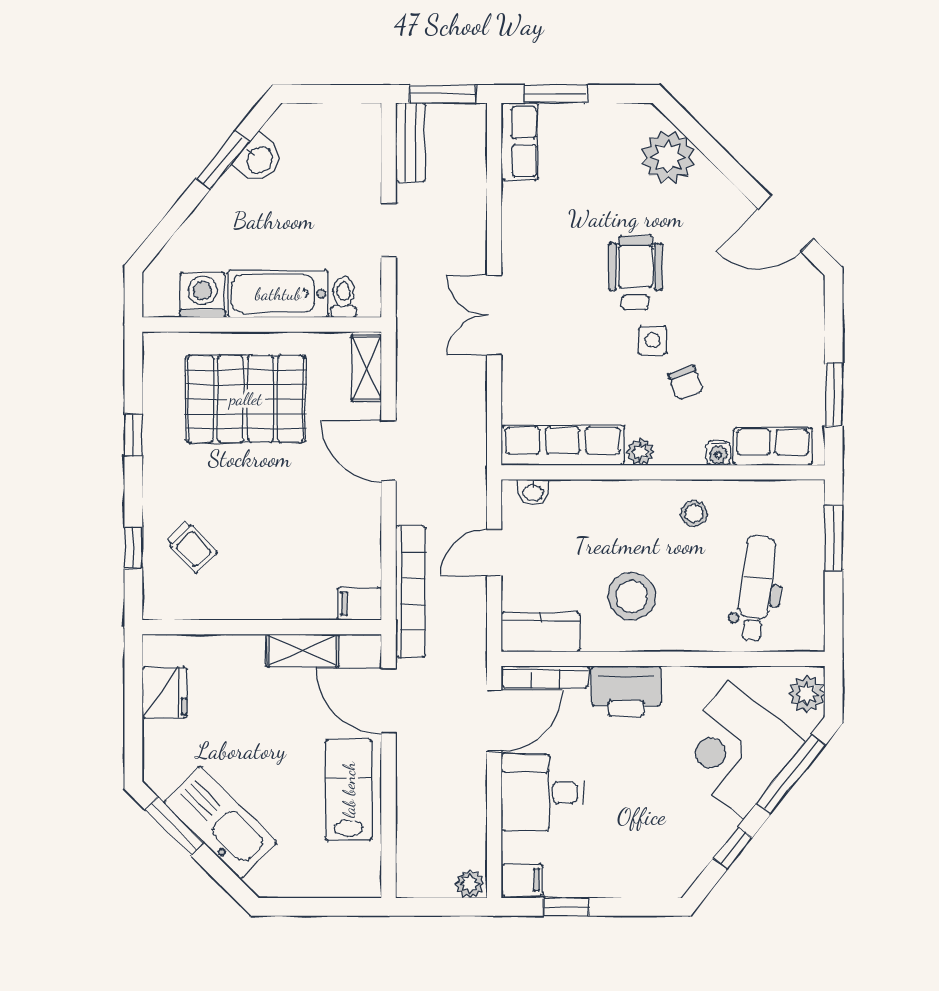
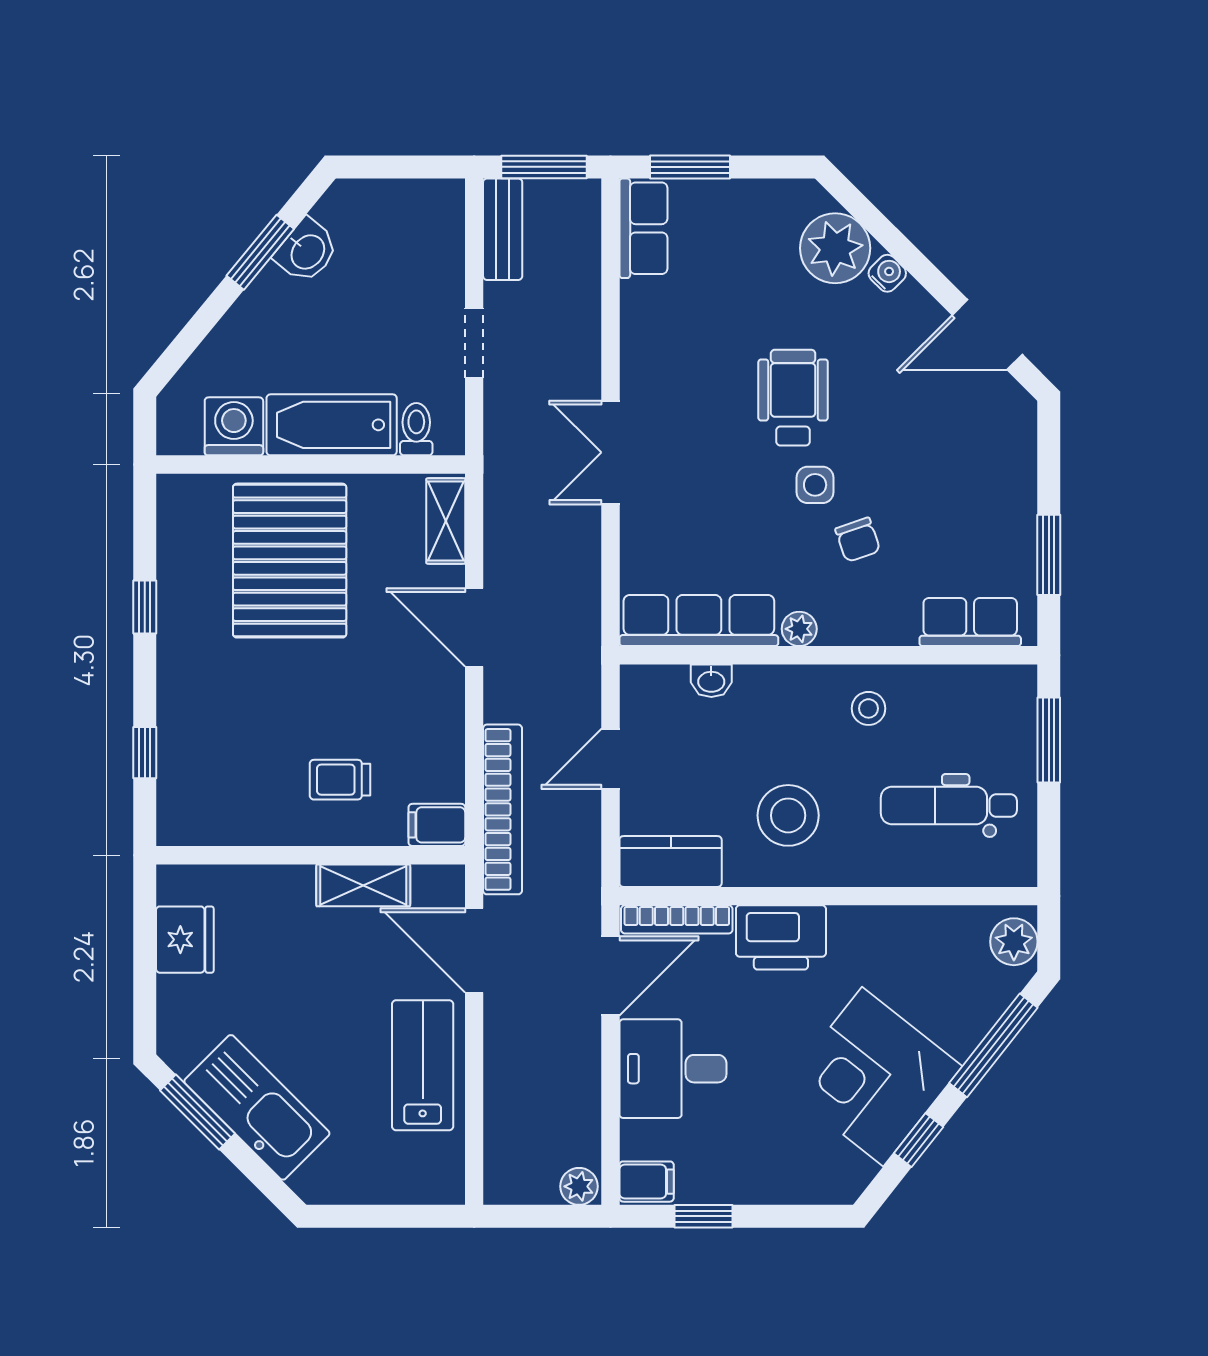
pallet: (246, 399) -> (290, 561), turned 90
water cooler: (718, 453) -> (887, 273), moved, turned -135
washbasin: (533, 492) -> (711, 681), moved
trolley: (191, 547) -> (340, 780), moved, turned 133
dental chair: (756, 589) -> (949, 805), turned -96
corner desk: (736, 750) -> (873, 1077), moved

